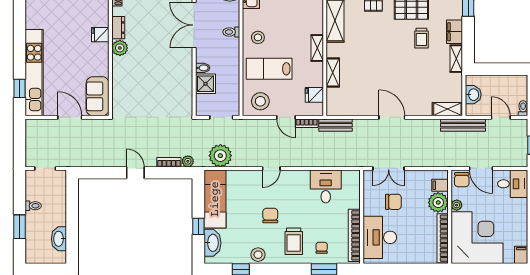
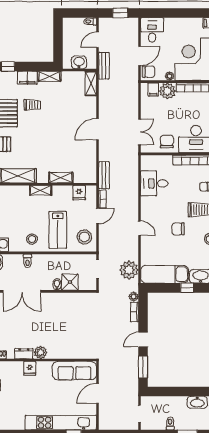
sofa: (98, 96) -> (74, 371), width x1.36
bench: (463, 125) -> (104, 66), width x0.73
window: (102, 173) -> (143, 367), added
chair: (393, 202) -> (167, 142), moved

